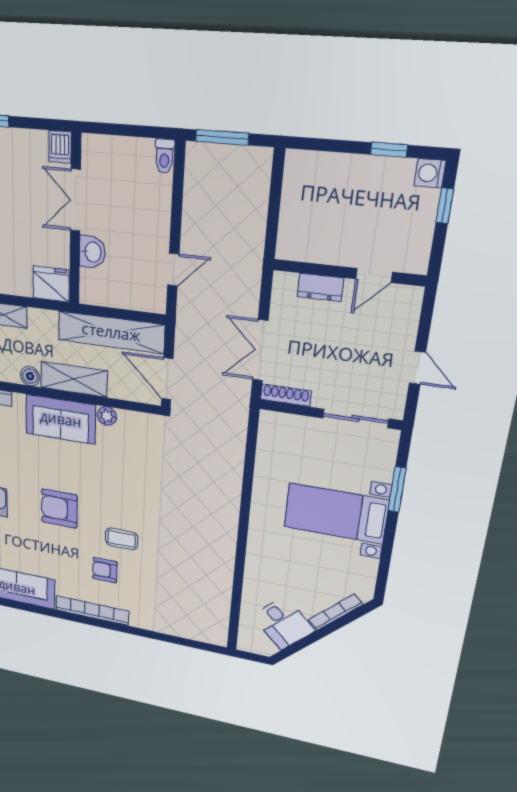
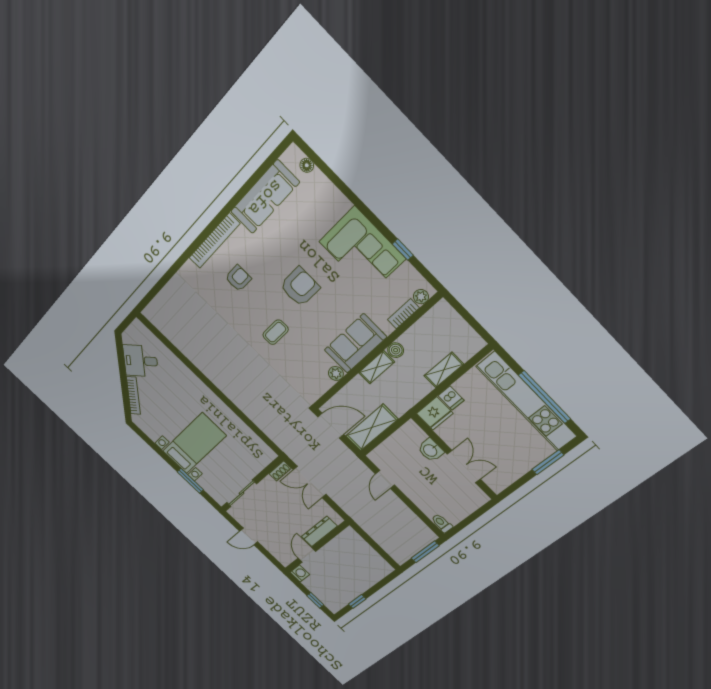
dishwasher: (60, 147) -> (451, 398), moved, turned 180
washing machine: (430, 173) -> (300, 573), moved
dresser: (320, 287) -> (319, 531), width x1.44
shelving: (111, 332) -> (372, 428), width x0.68
double door: (260, 350) -> (310, 482), swing flipped
shelving: (74, 379) -> (377, 367), width x0.67, depth x0.75
shoe rack: (286, 395) -> (280, 471), width x0.70
coffee table: (122, 539) -> (276, 332), moved

